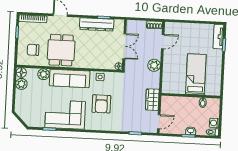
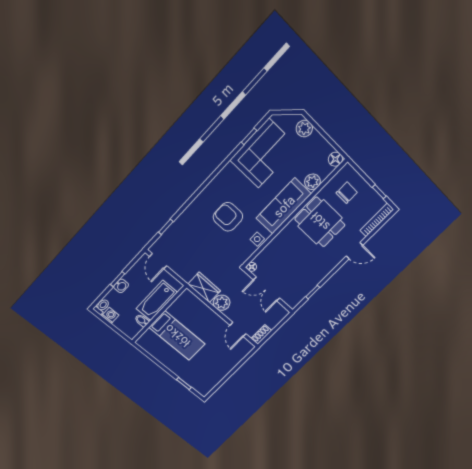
dresser: (97, 24) -> (313, 279), removed
tv unit: (218, 37) -> (197, 384), removed
plant: (21, 84) -> (304, 129), moved
wardrobe: (152, 100) -> (204, 287), moved
bathtub: (183, 104) -> (157, 300), added
corner sofa: (65, 115) -> (264, 153), moved

